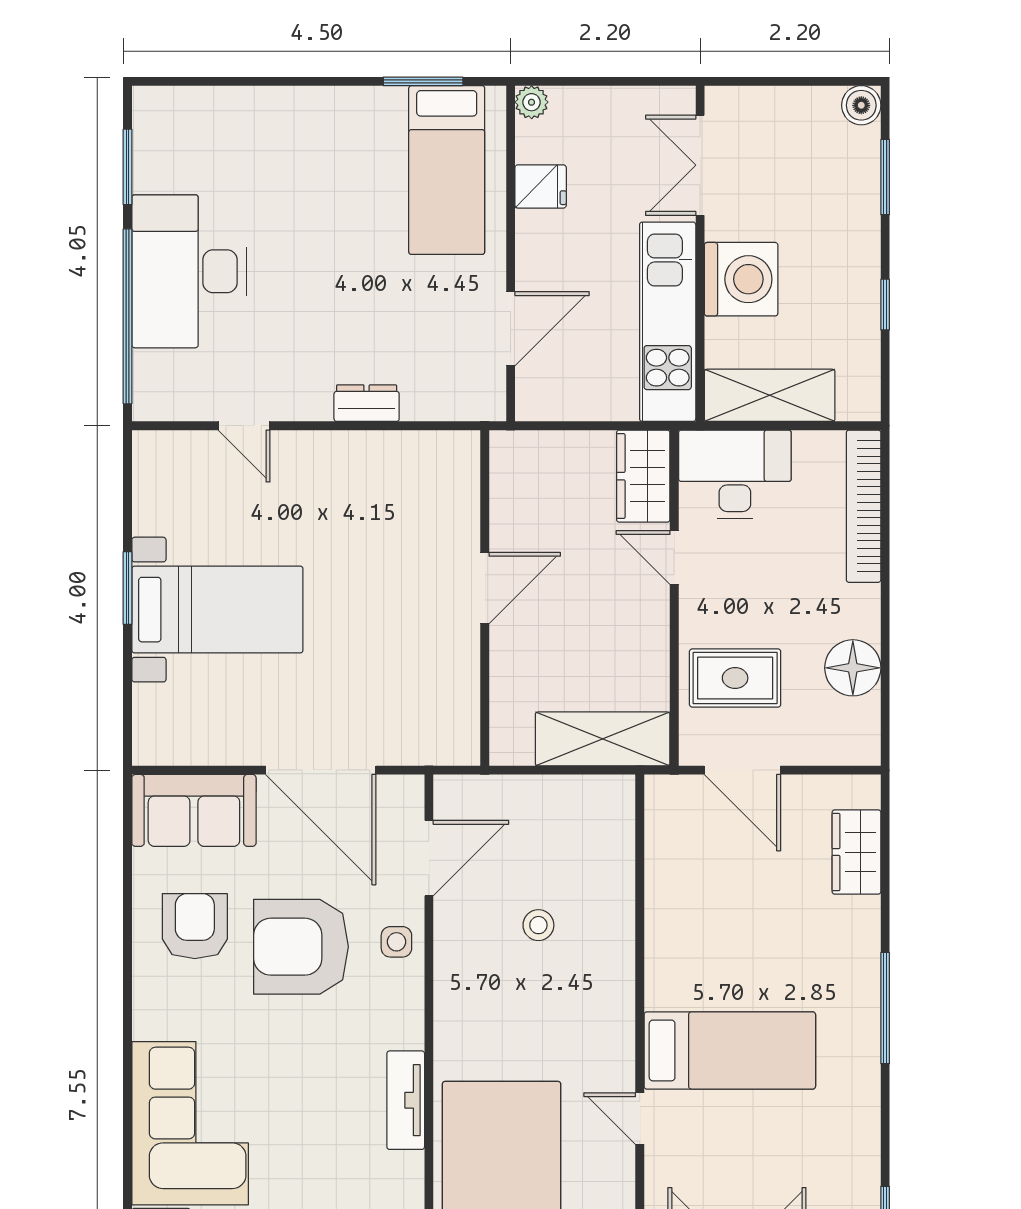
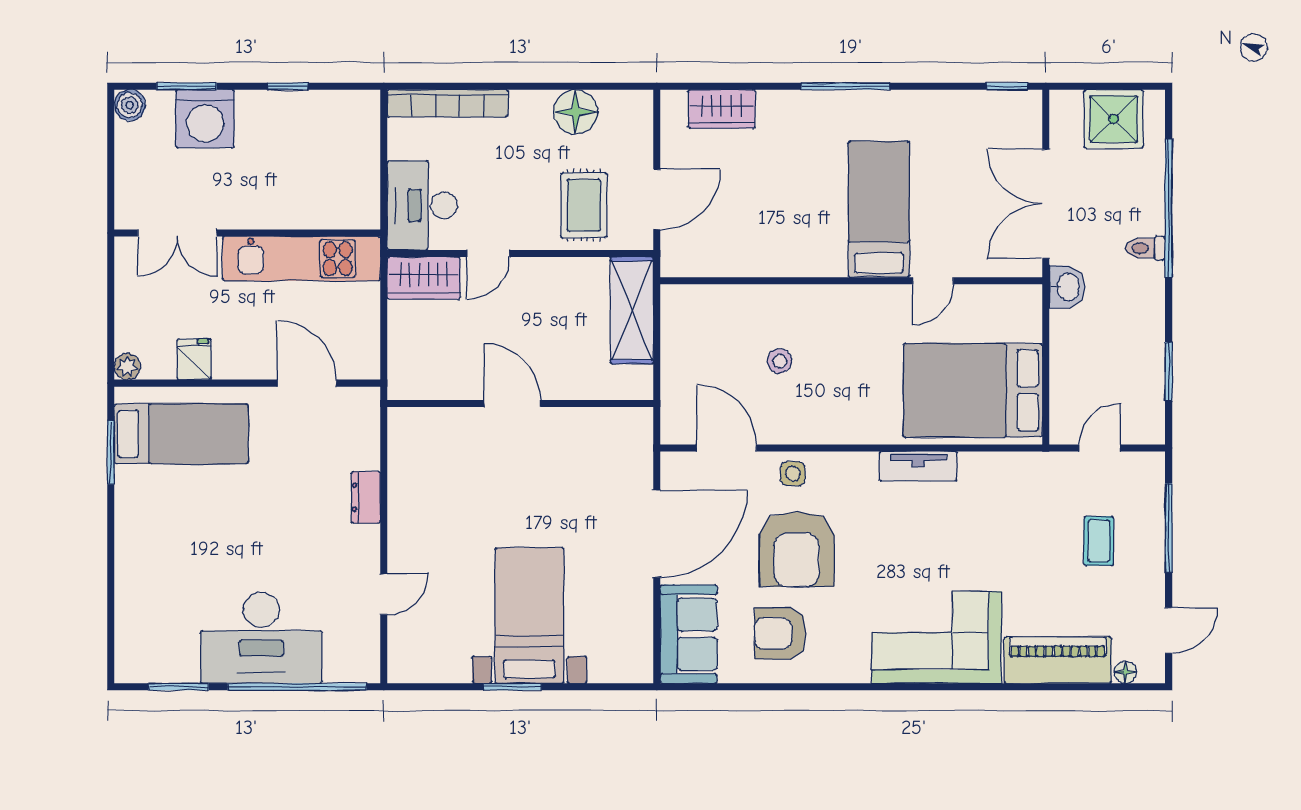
washing machine: (741, 279) -> (205, 119), moved, turned 180
shelving: (770, 395) -> (360, 178), removed

